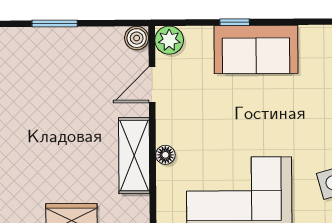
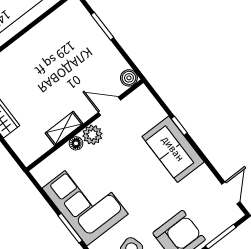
plant: (169, 40) -> (92, 135), moved
shelving: (134, 156) -> (64, 128), width x0.67, depth x0.75

